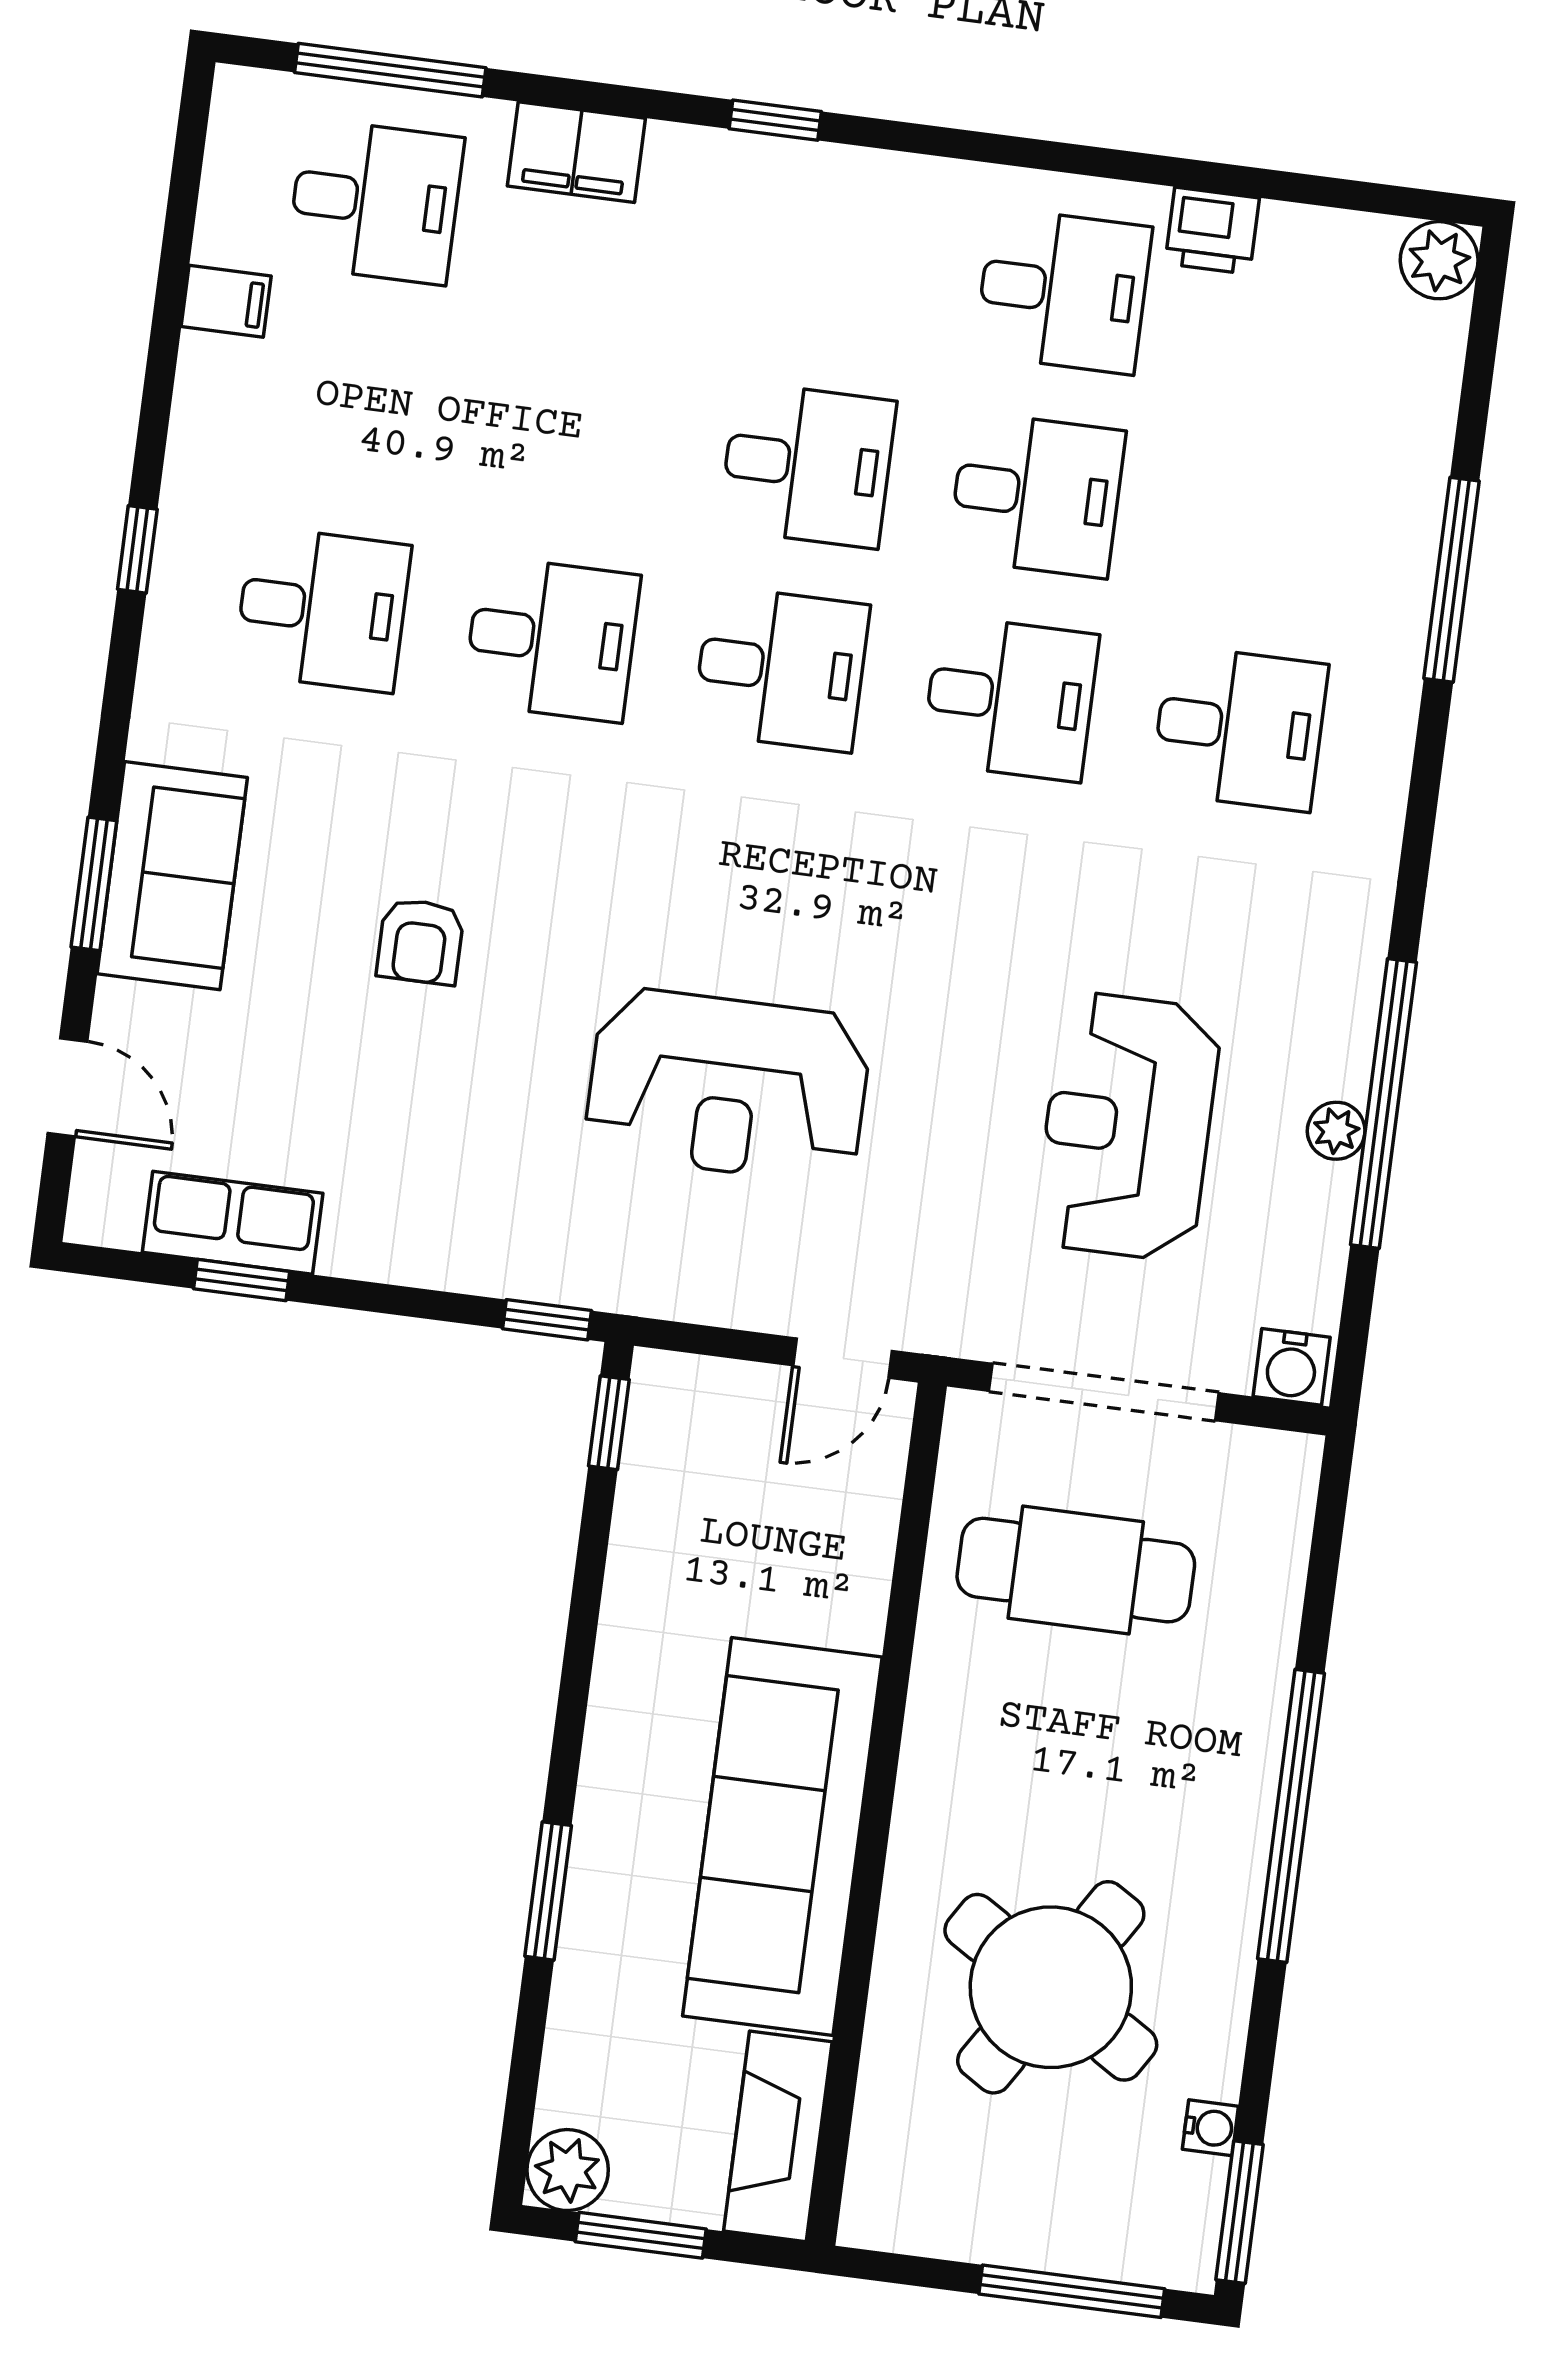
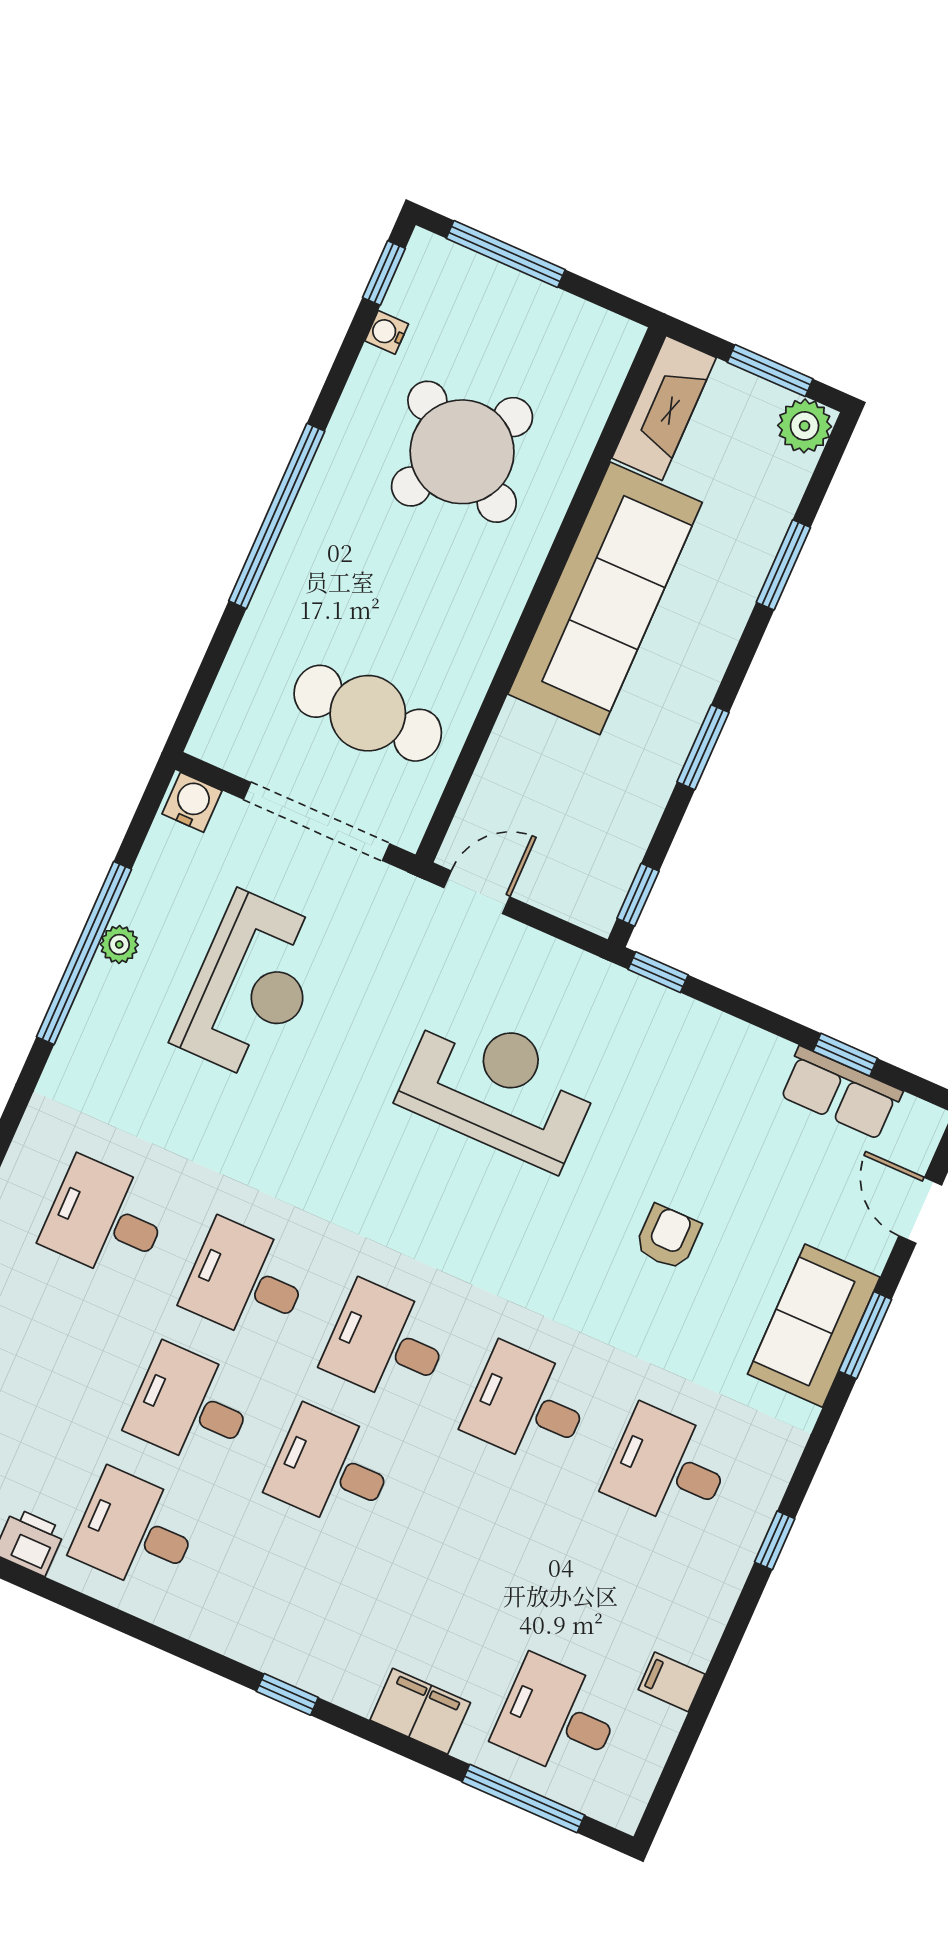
window: (578, 1663) -> (703, 747), added
window: (548, 1891) -> (783, 565), moved
window: (1240, 2212) -> (384, 273), width x0.67

